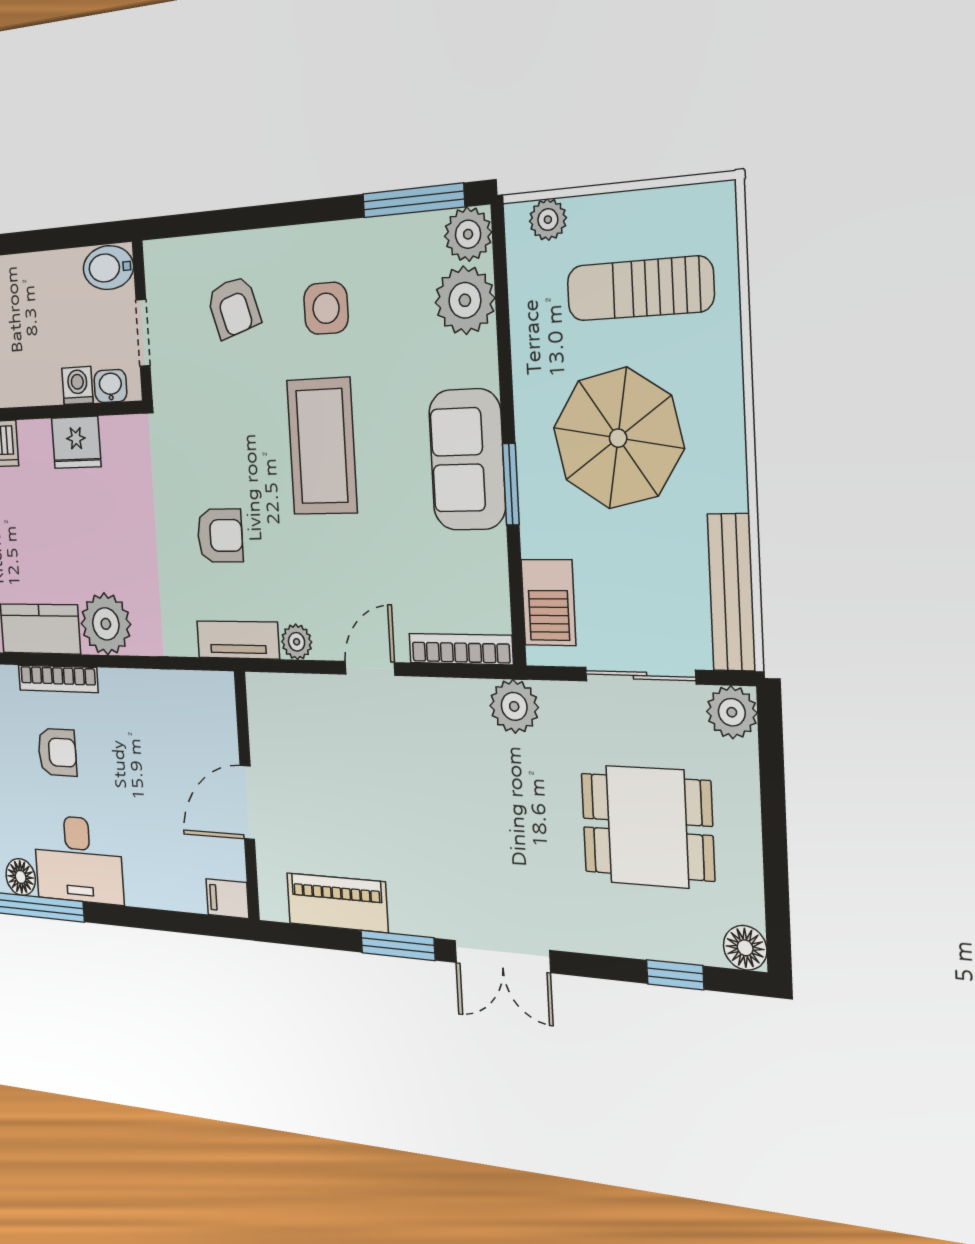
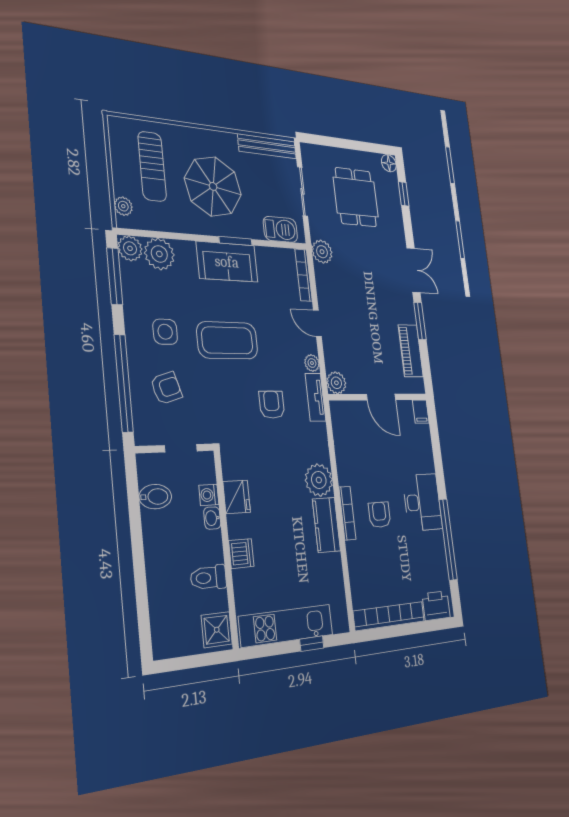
window: (236, 219) -> (124, 383), added
bidet: (108, 268) -> (155, 497), moved, turned -90
washbasin: (110, 386) -> (212, 518), moved
plant: (732, 712) -> (336, 383), moved
floor lamp: (21, 877) -> (437, 541), removed

